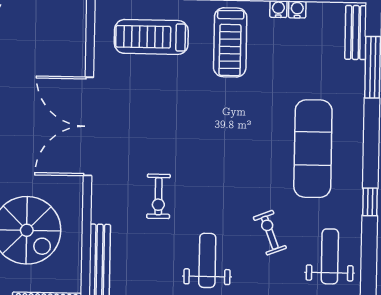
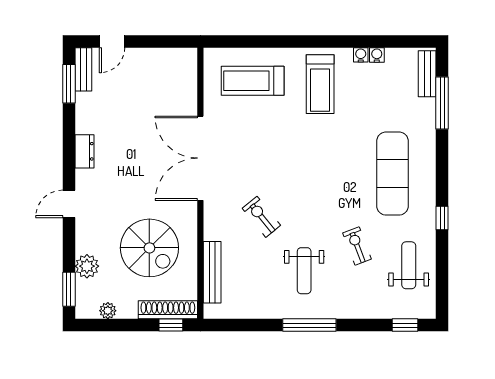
exercise bike: (158, 196) -> (261, 217), turned 141
weight bench: (207, 260) -> (304, 271), turned 180

